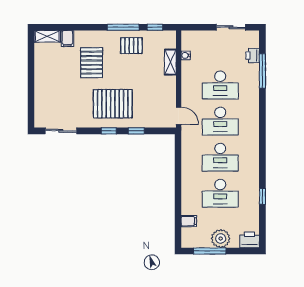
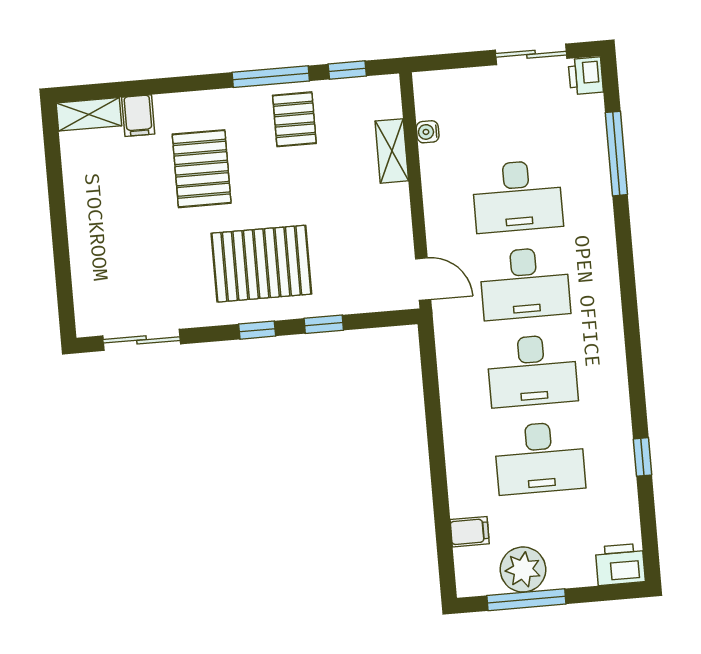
pallet: (131, 46) -> (294, 119), turned 90
printer: (253, 56) -> (586, 76), moved
plant: (221, 239) -> (523, 570), moved

